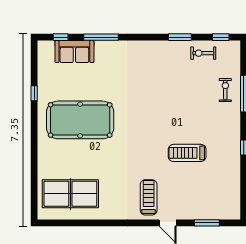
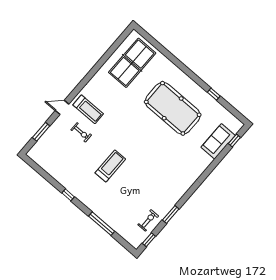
window: (101, 37) -> (213, 166), removed
exercise bike: (225, 90) -> (81, 132), moved
pool table: (80, 120) -> (173, 108), turned 90
treadmill: (187, 153) -> (110, 166), moved

